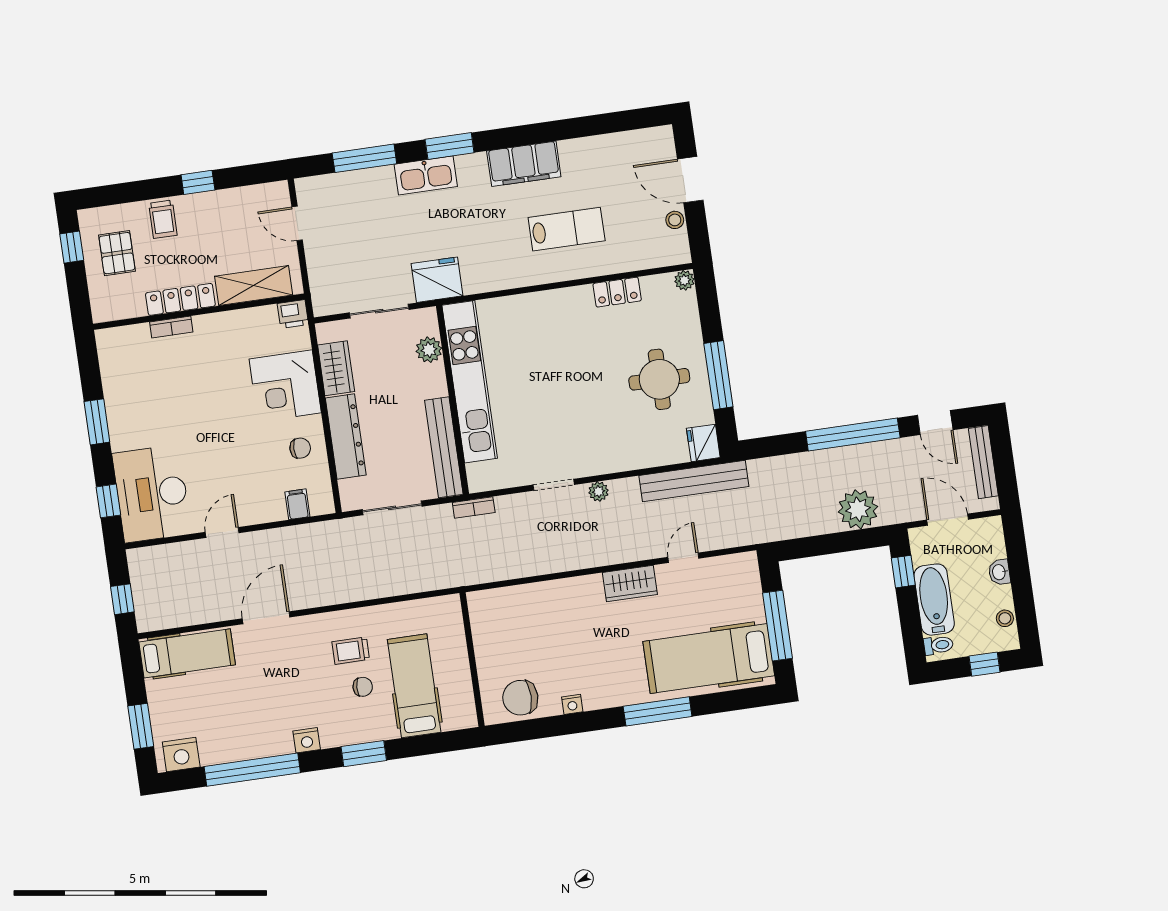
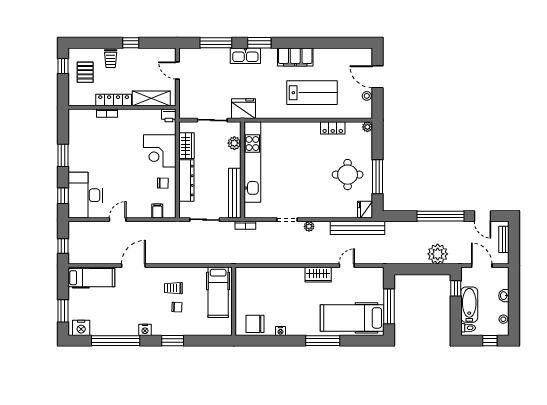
lab bench: (567, 229) -> (312, 93), width x1.36, depth x1.39
bench: (983, 462) -> (504, 239), width x0.73
hospital bed: (414, 686) -> (218, 292), moved, turned 180

